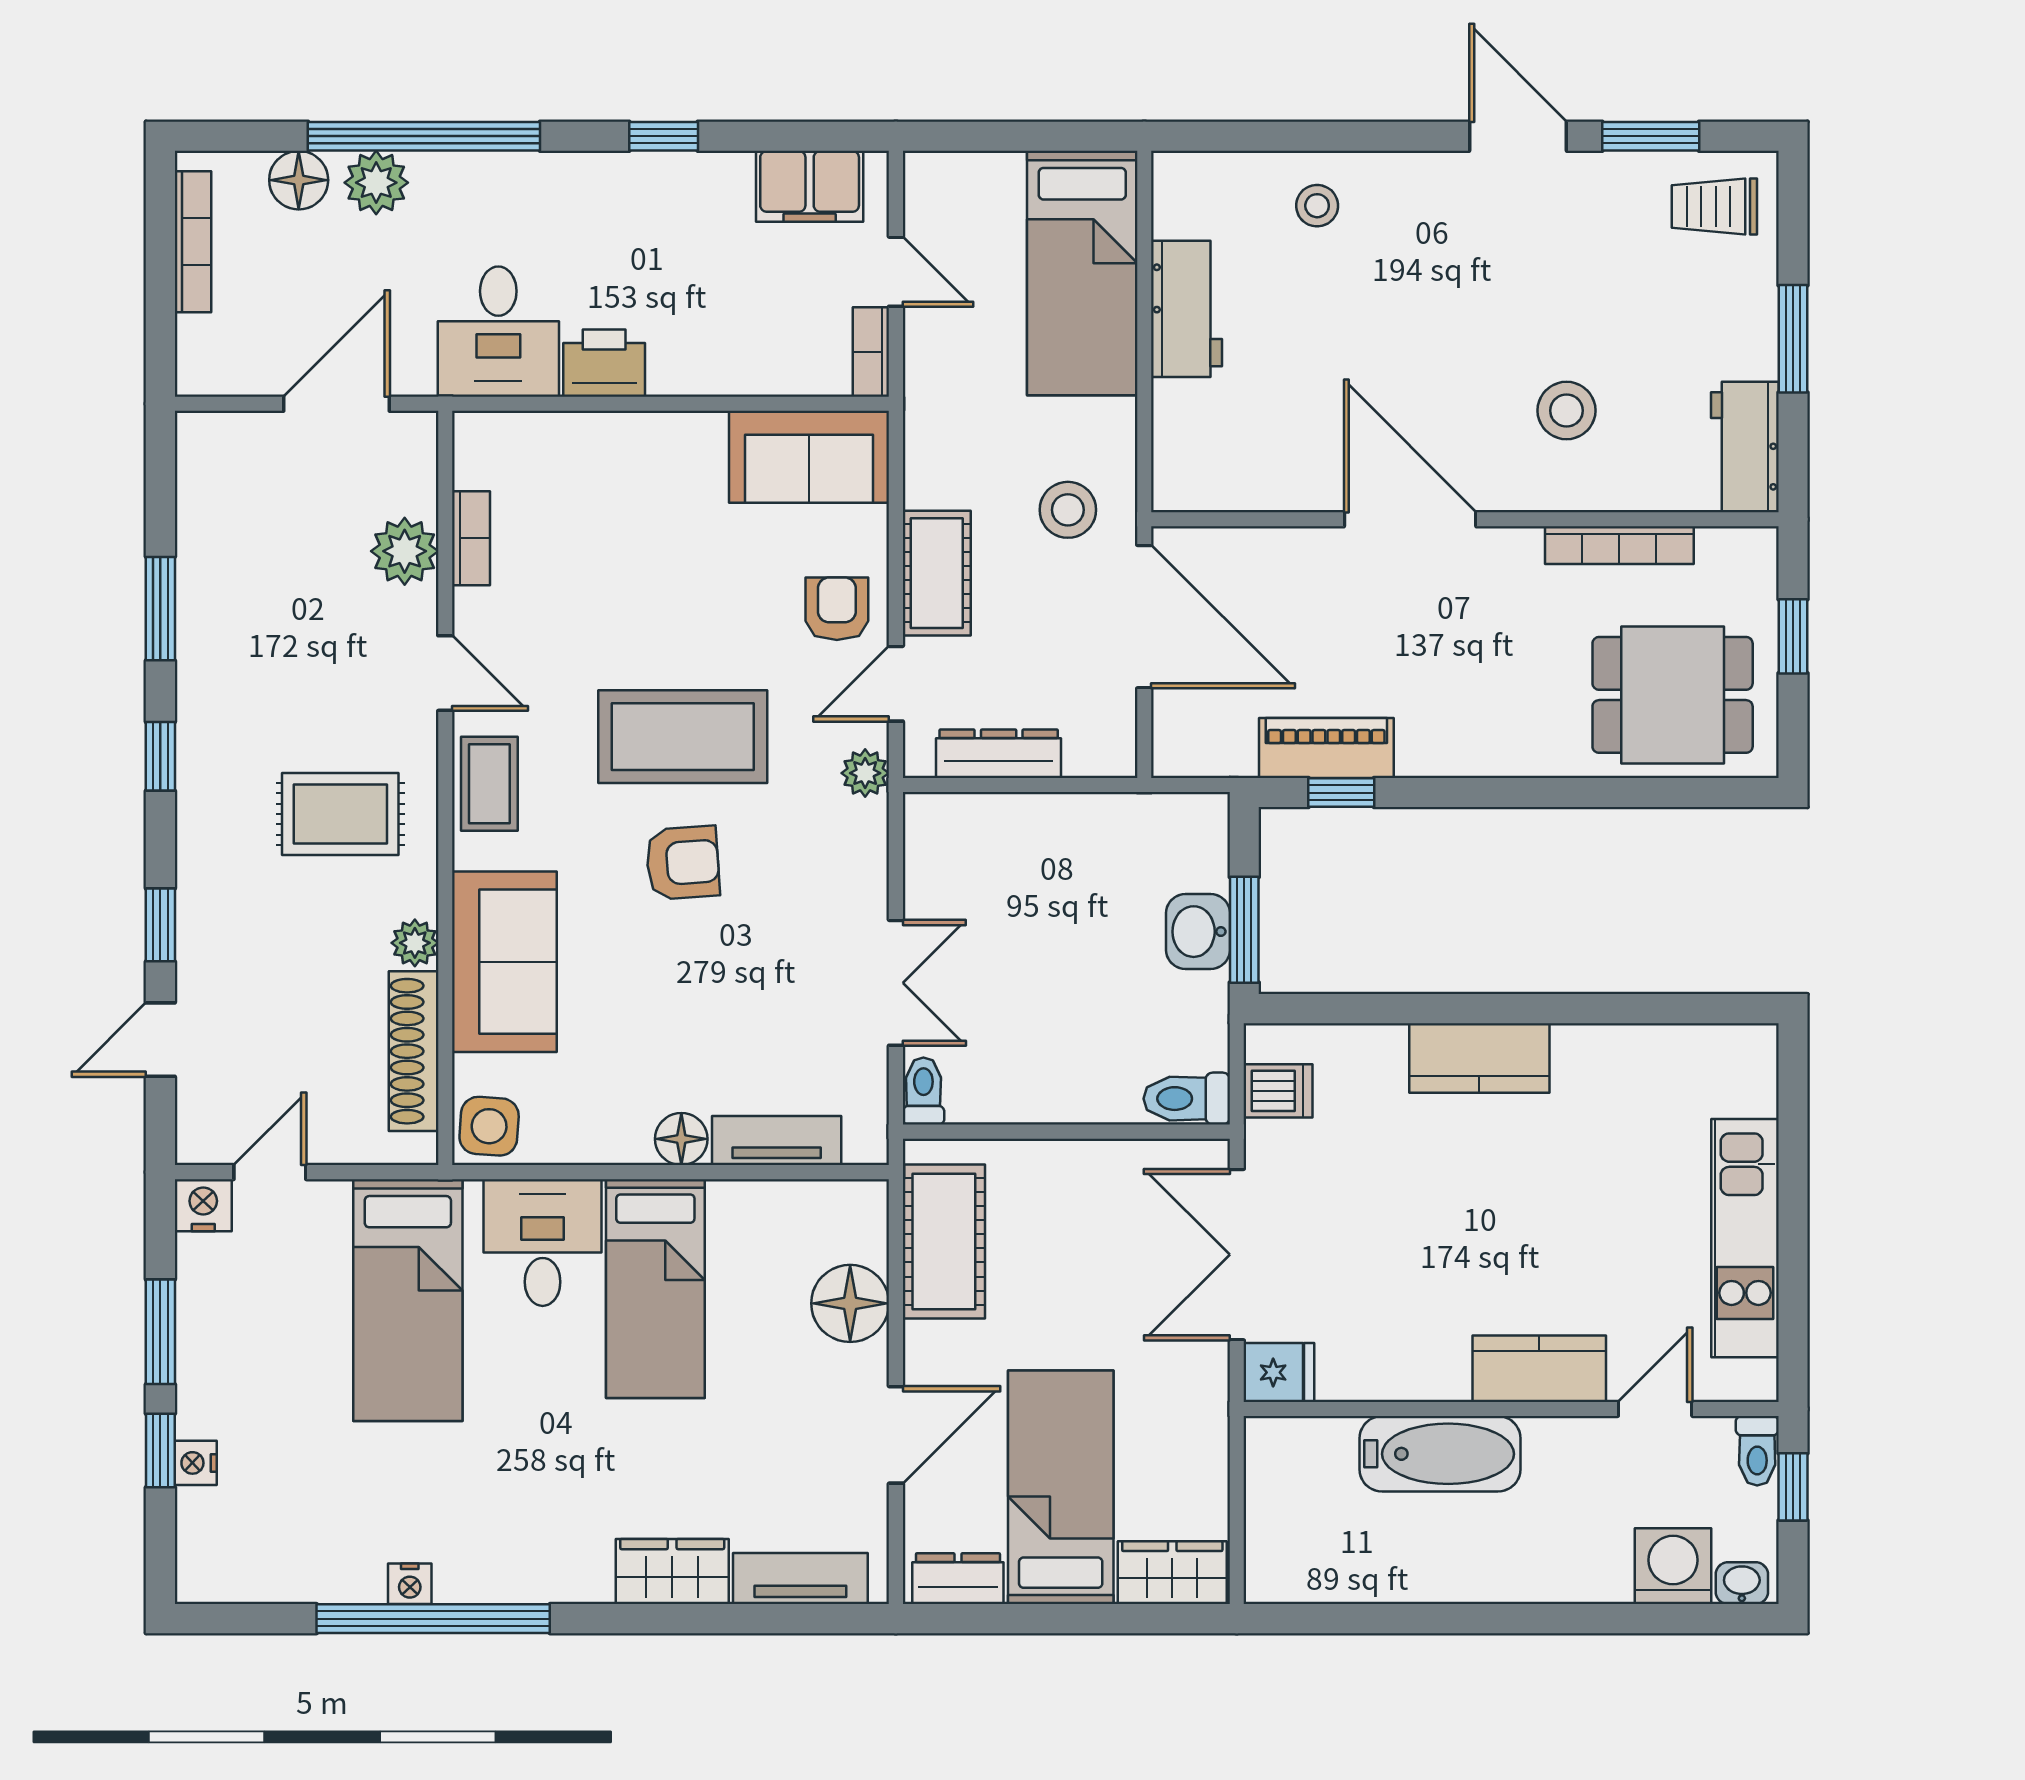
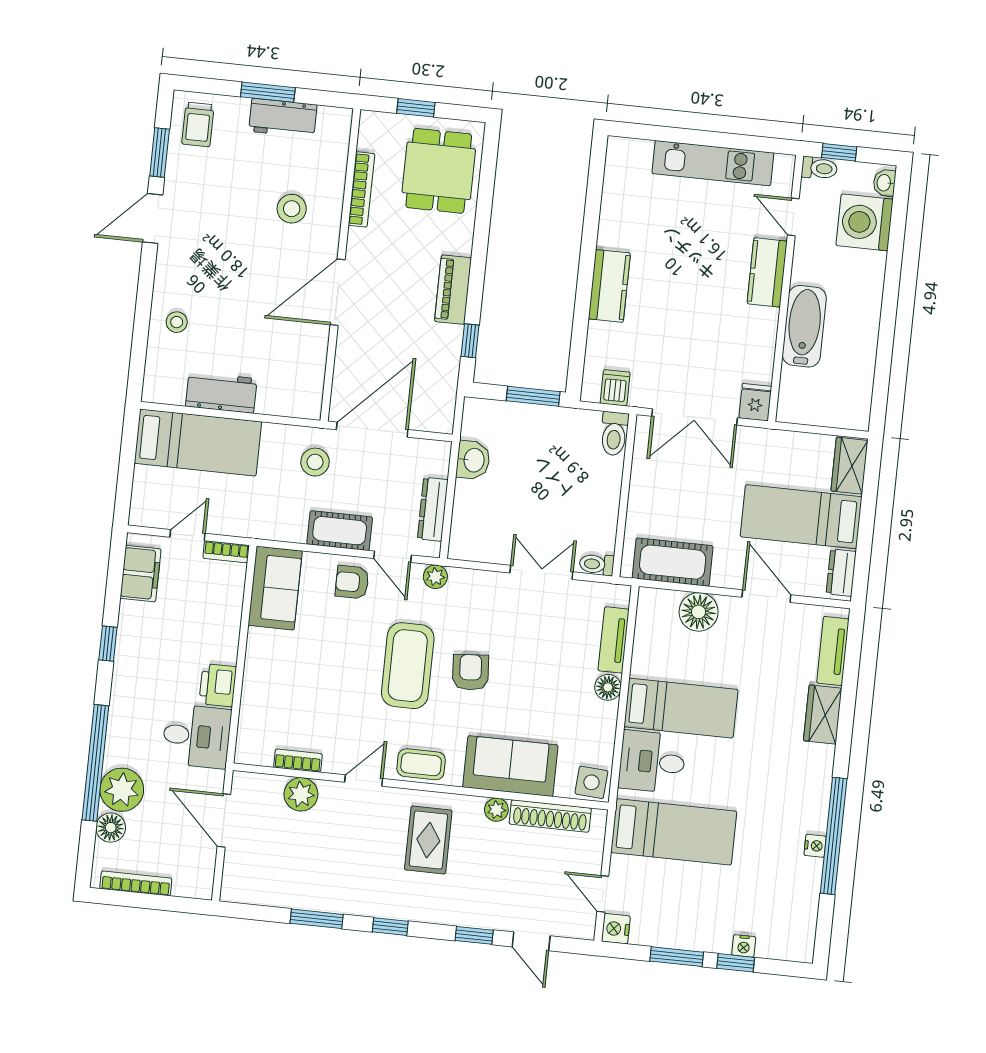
plant: (376, 183) -> (122, 790), width x1.36, depth x1.36
workbench: (1745, 447) -> (283, 118), moved
piano: (1326, 748) -> (453, 290), moved
washbasin: (1198, 932) -> (473, 460), moved, turned -90
washing machine: (1673, 1566) -> (865, 222), width x1.37, depth x1.37

